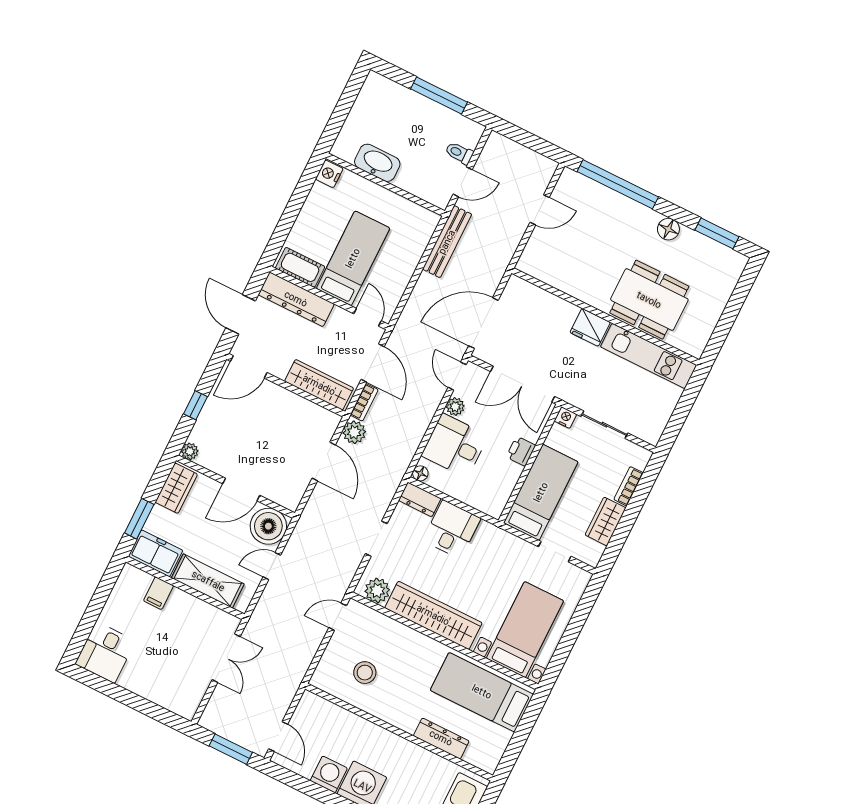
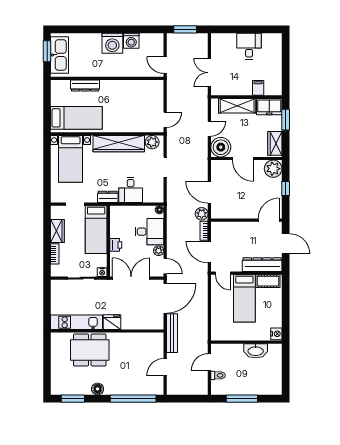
bench: (447, 242) -> (172, 333), moved
wardrobe: (319, 385) -> (230, 228), removed
plant: (190, 451) -> (273, 169), width x1.88, depth x1.88
door: (241, 489) -> (243, 158), swing flipped
dresser: (420, 499) -> (108, 197), moved
desk: (105, 652) -> (249, 46), moved
stool: (365, 673) -> (138, 99), removed
door: (278, 736) -> (165, 65), moved

